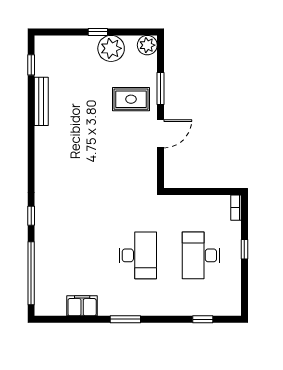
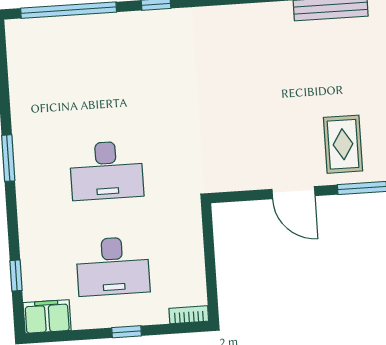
desk: (201, 255) -> (113, 266), turned 180
filing cabinet: (82, 306) -> (47, 317), moved, turned -90

